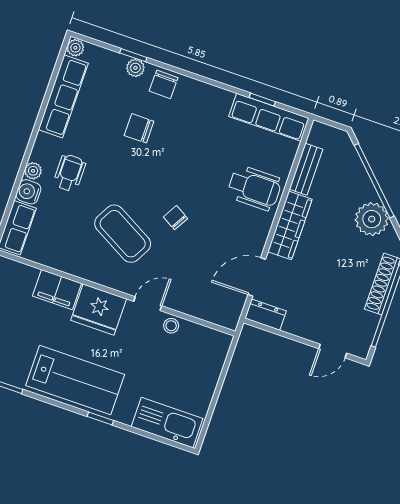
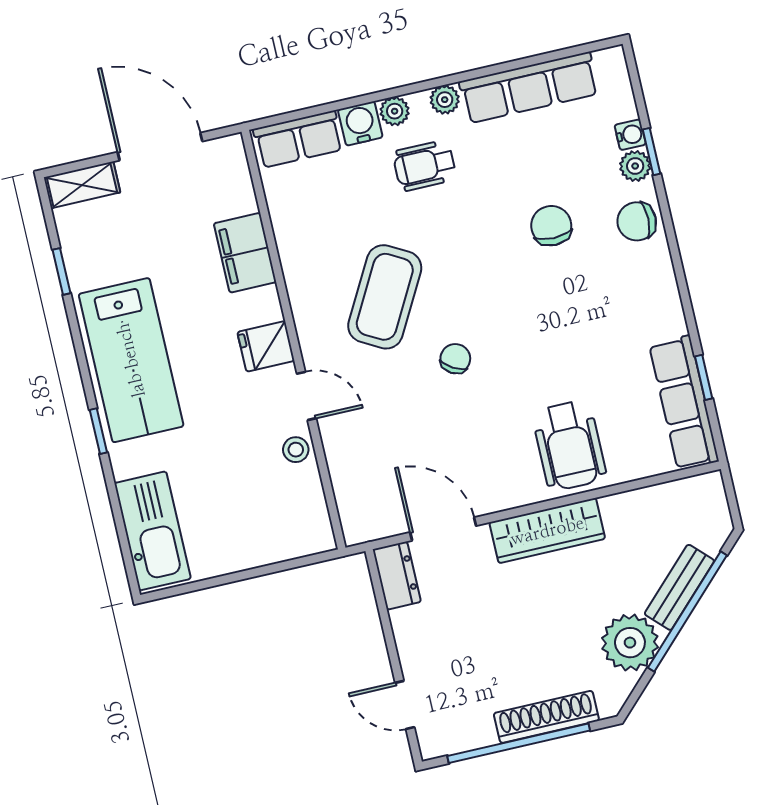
plant: (75, 48) -> (445, 100), moved
water cooler: (118, 61) -> (630, 135), added
bench: (306, 169) -> (679, 587), moved, turned -45
wheelchair: (69, 173) -> (425, 166), turned 180
fridge: (99, 310) -> (266, 346), width x0.53, depth x0.75

